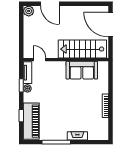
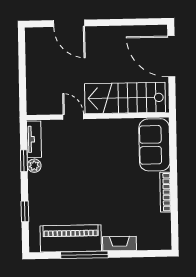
plant: (29, 11) -> (34, 36), removed
door: (40, 60) -> (73, 117), moved
sofa: (82, 70) -> (154, 145), moved, turned 90
piano: (31, 121) -> (71, 238), moved, turned -90

